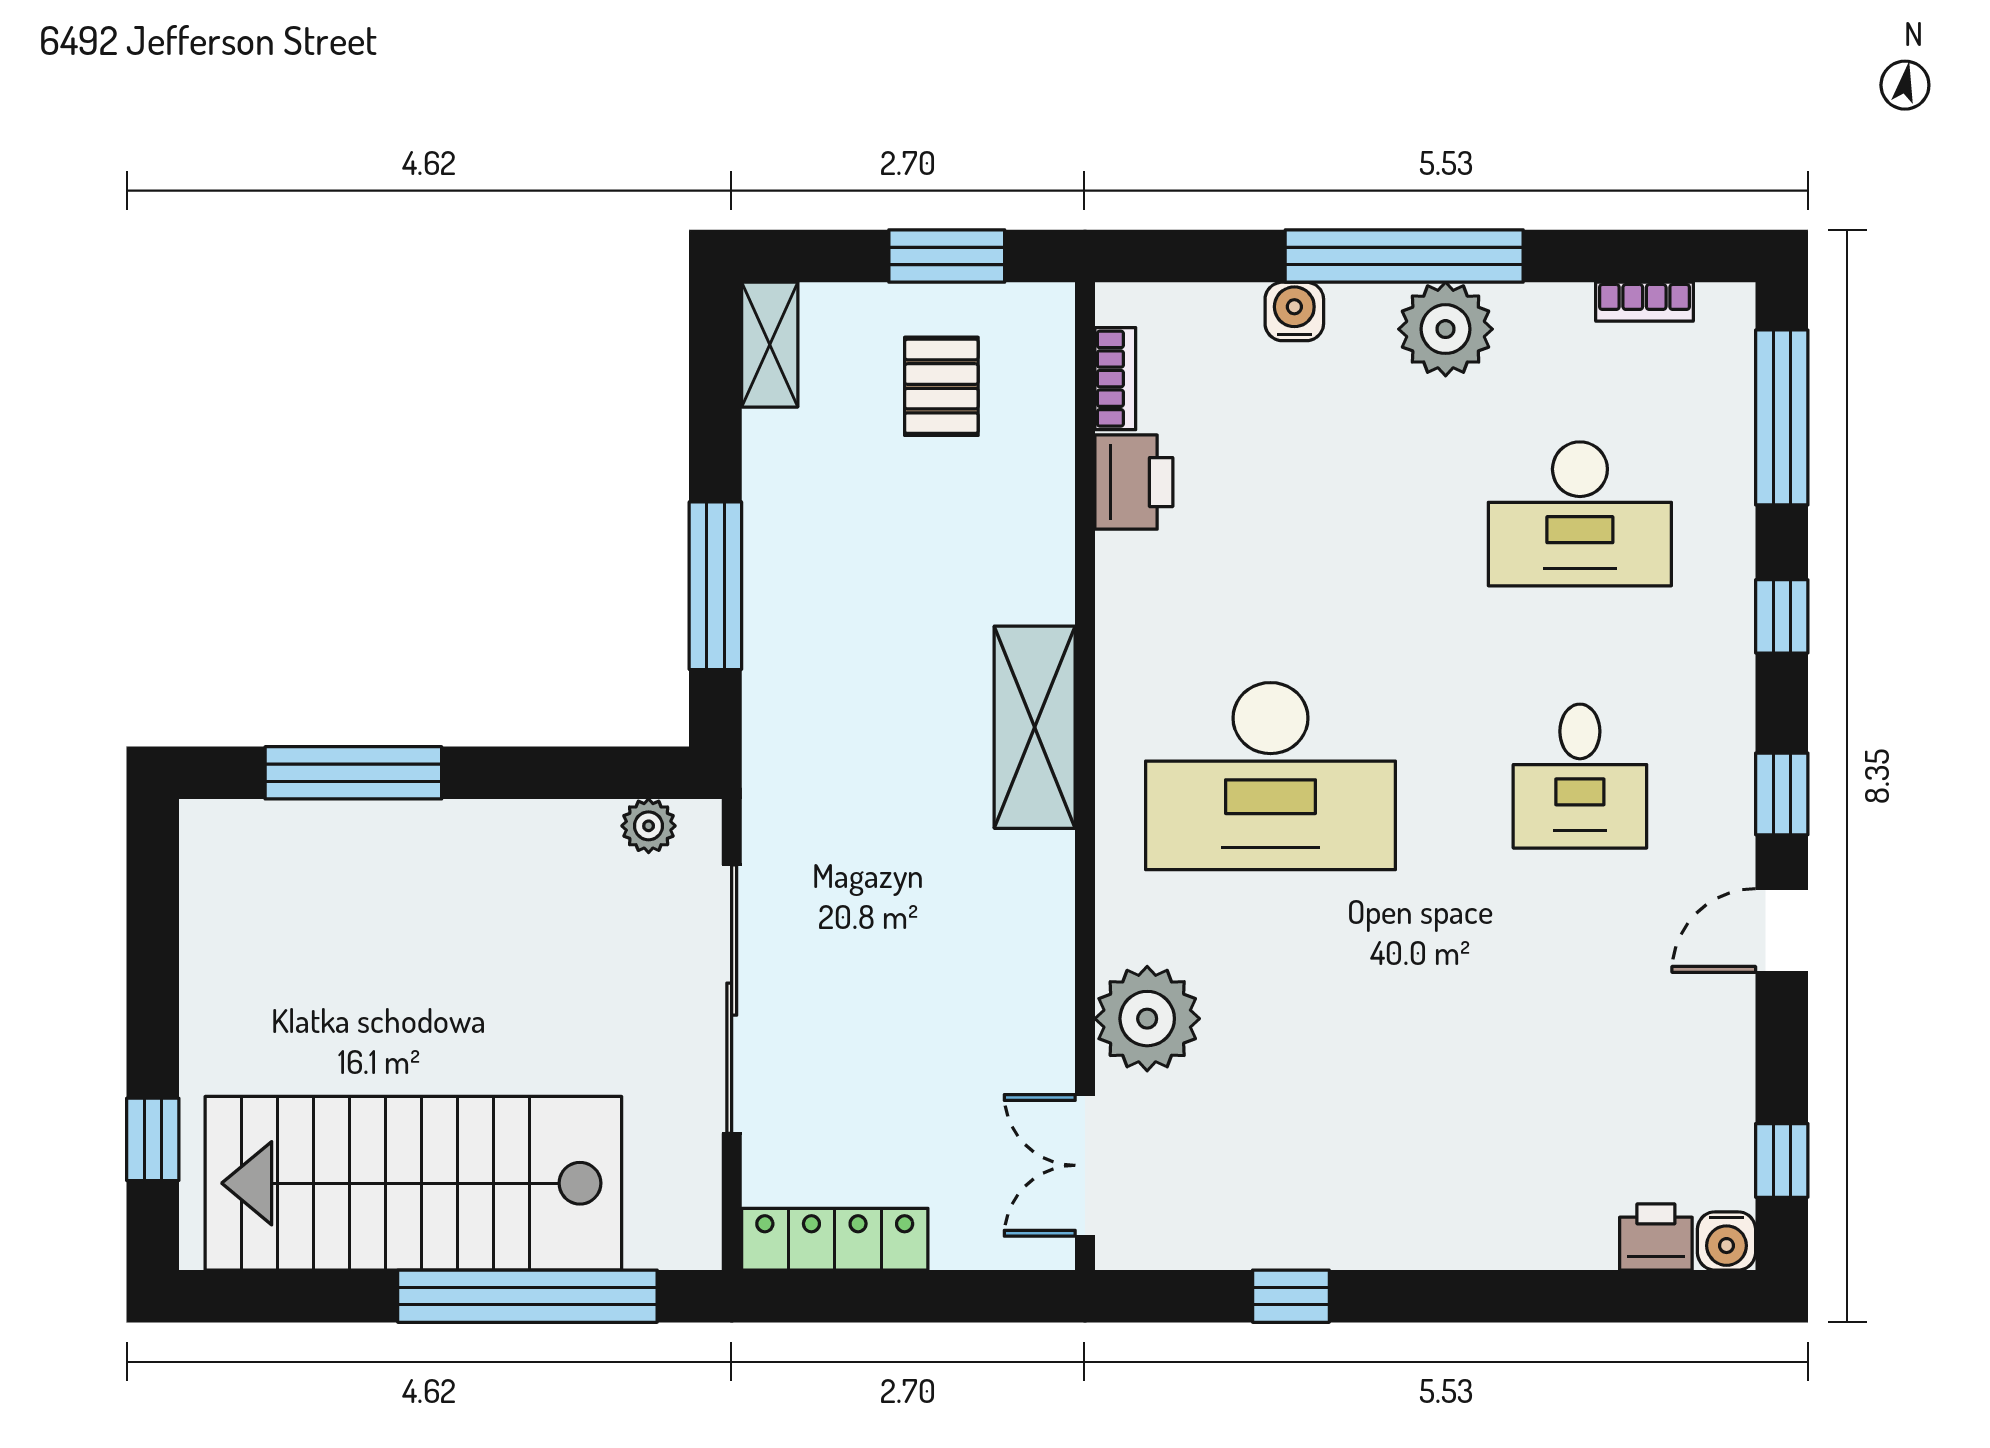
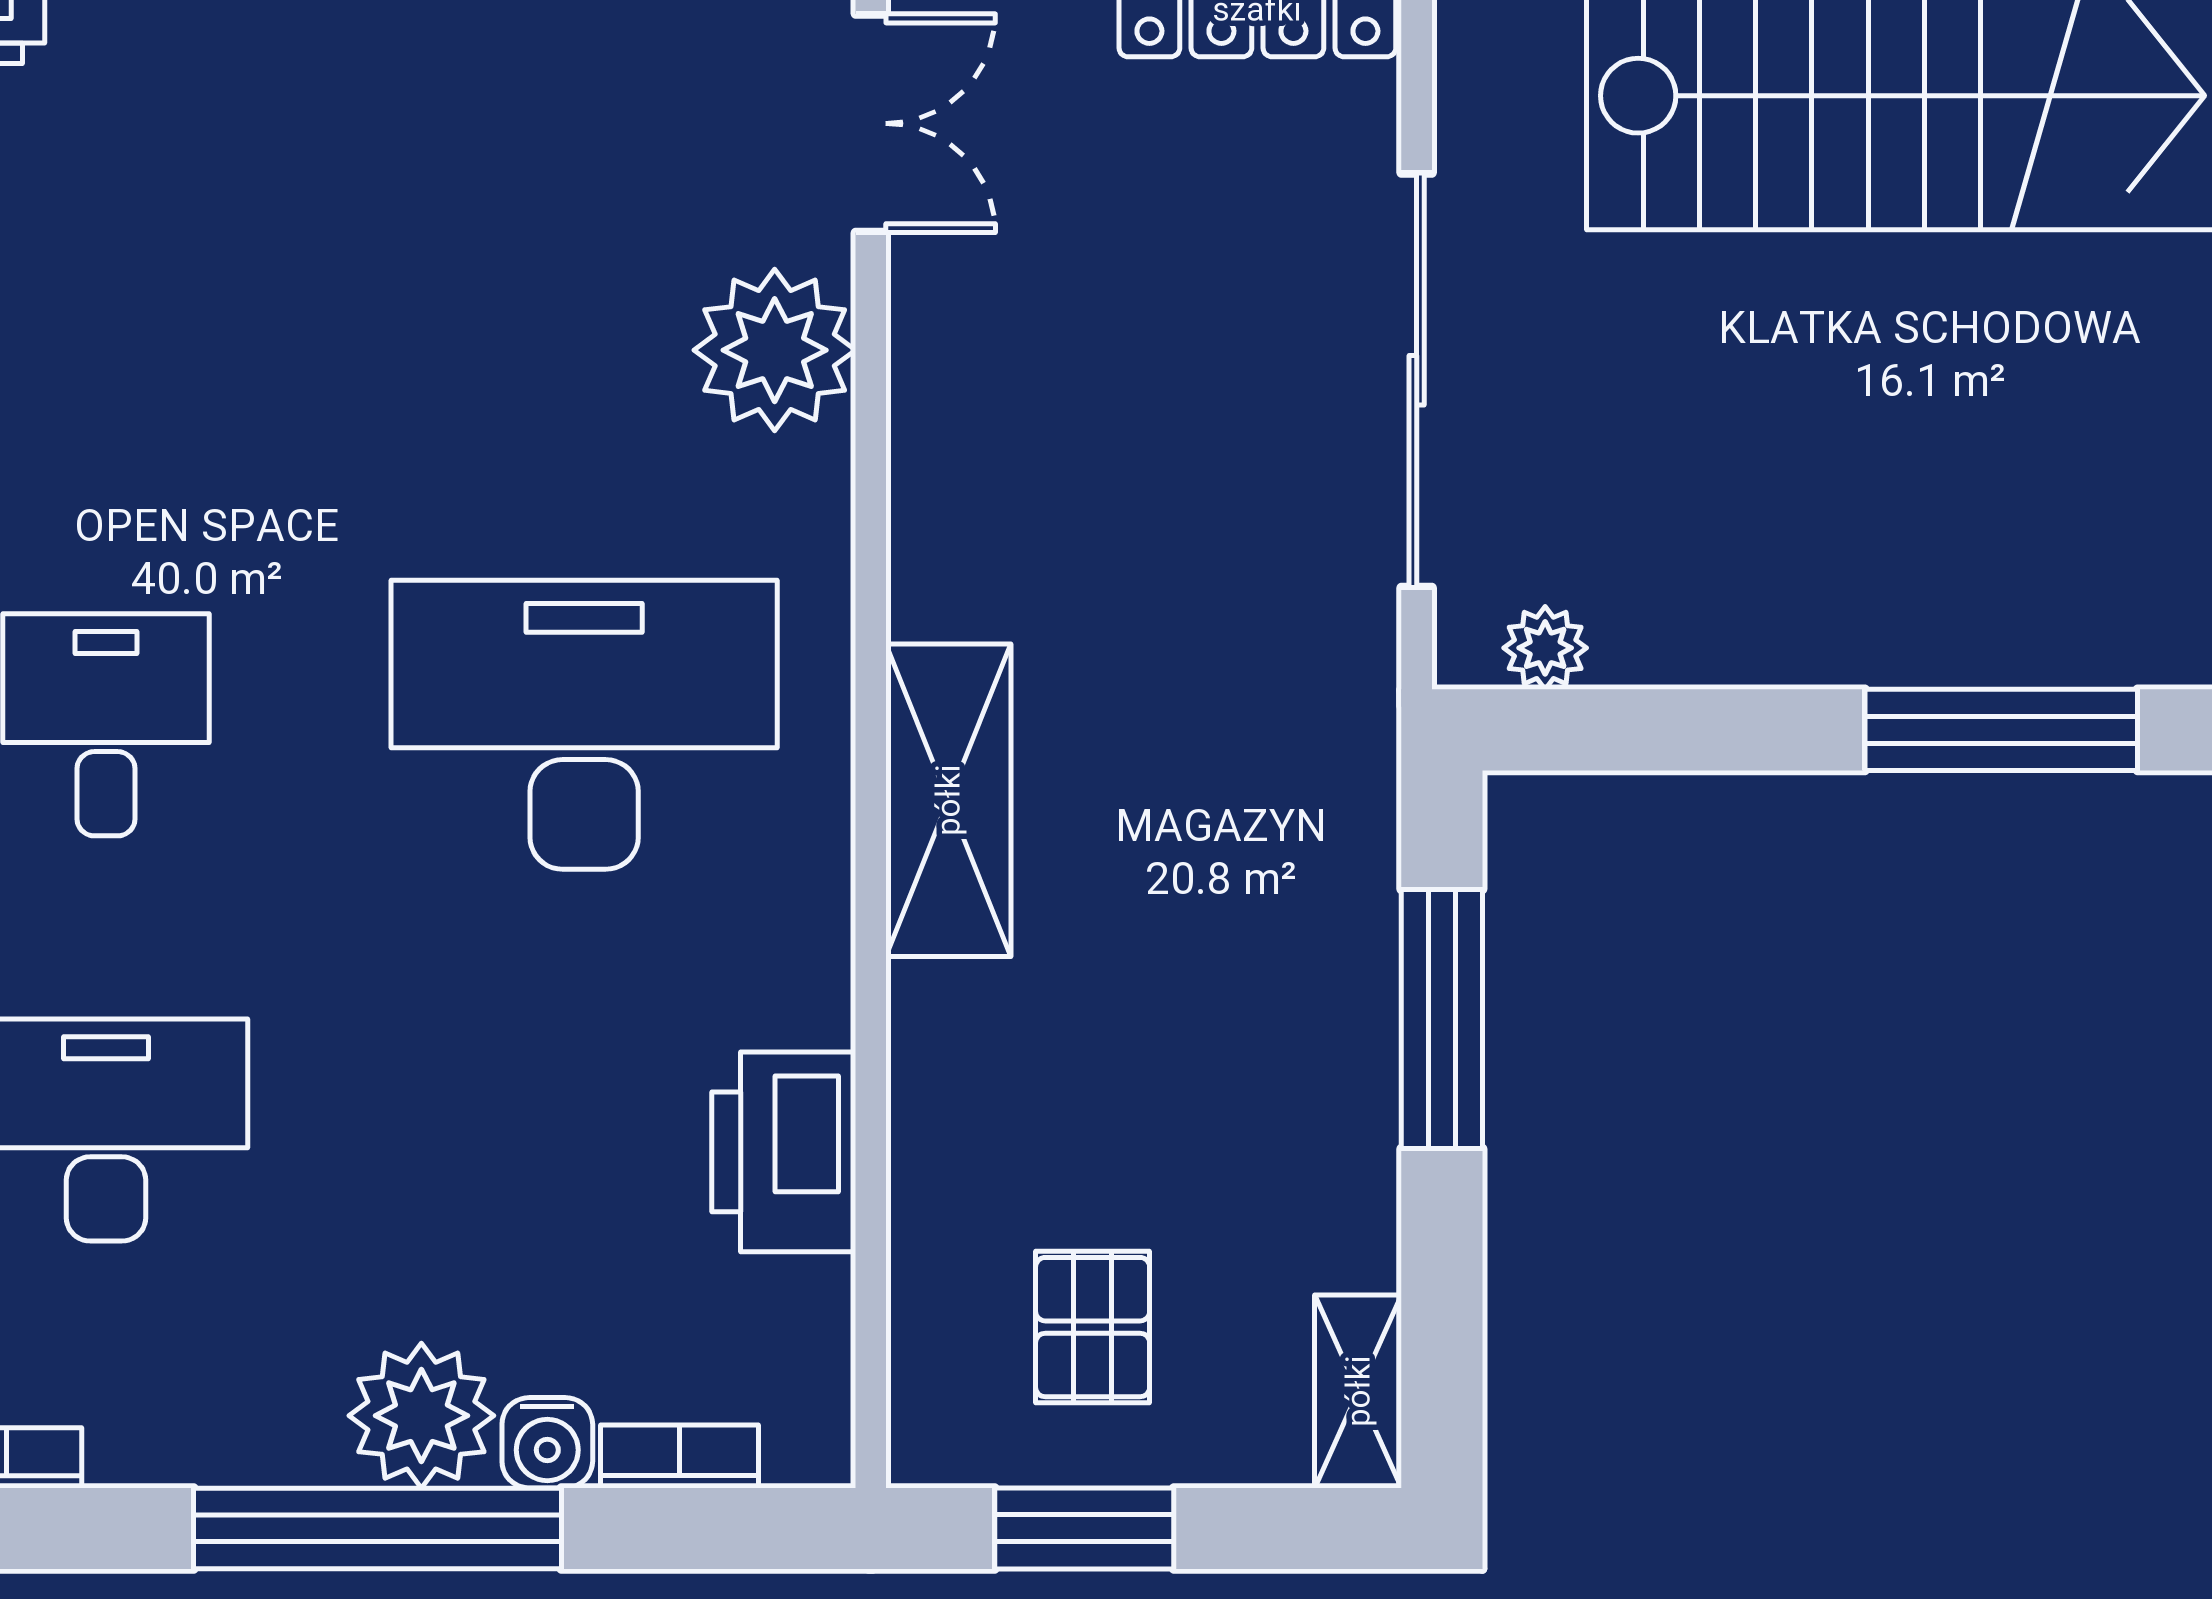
plant: (1446, 329) -> (421, 1416), moved
bookcase: (1115, 379) -> (680, 1456), moved, turned 90
printer: (1134, 482) -> (784, 1152), width x1.37, depth x1.19

